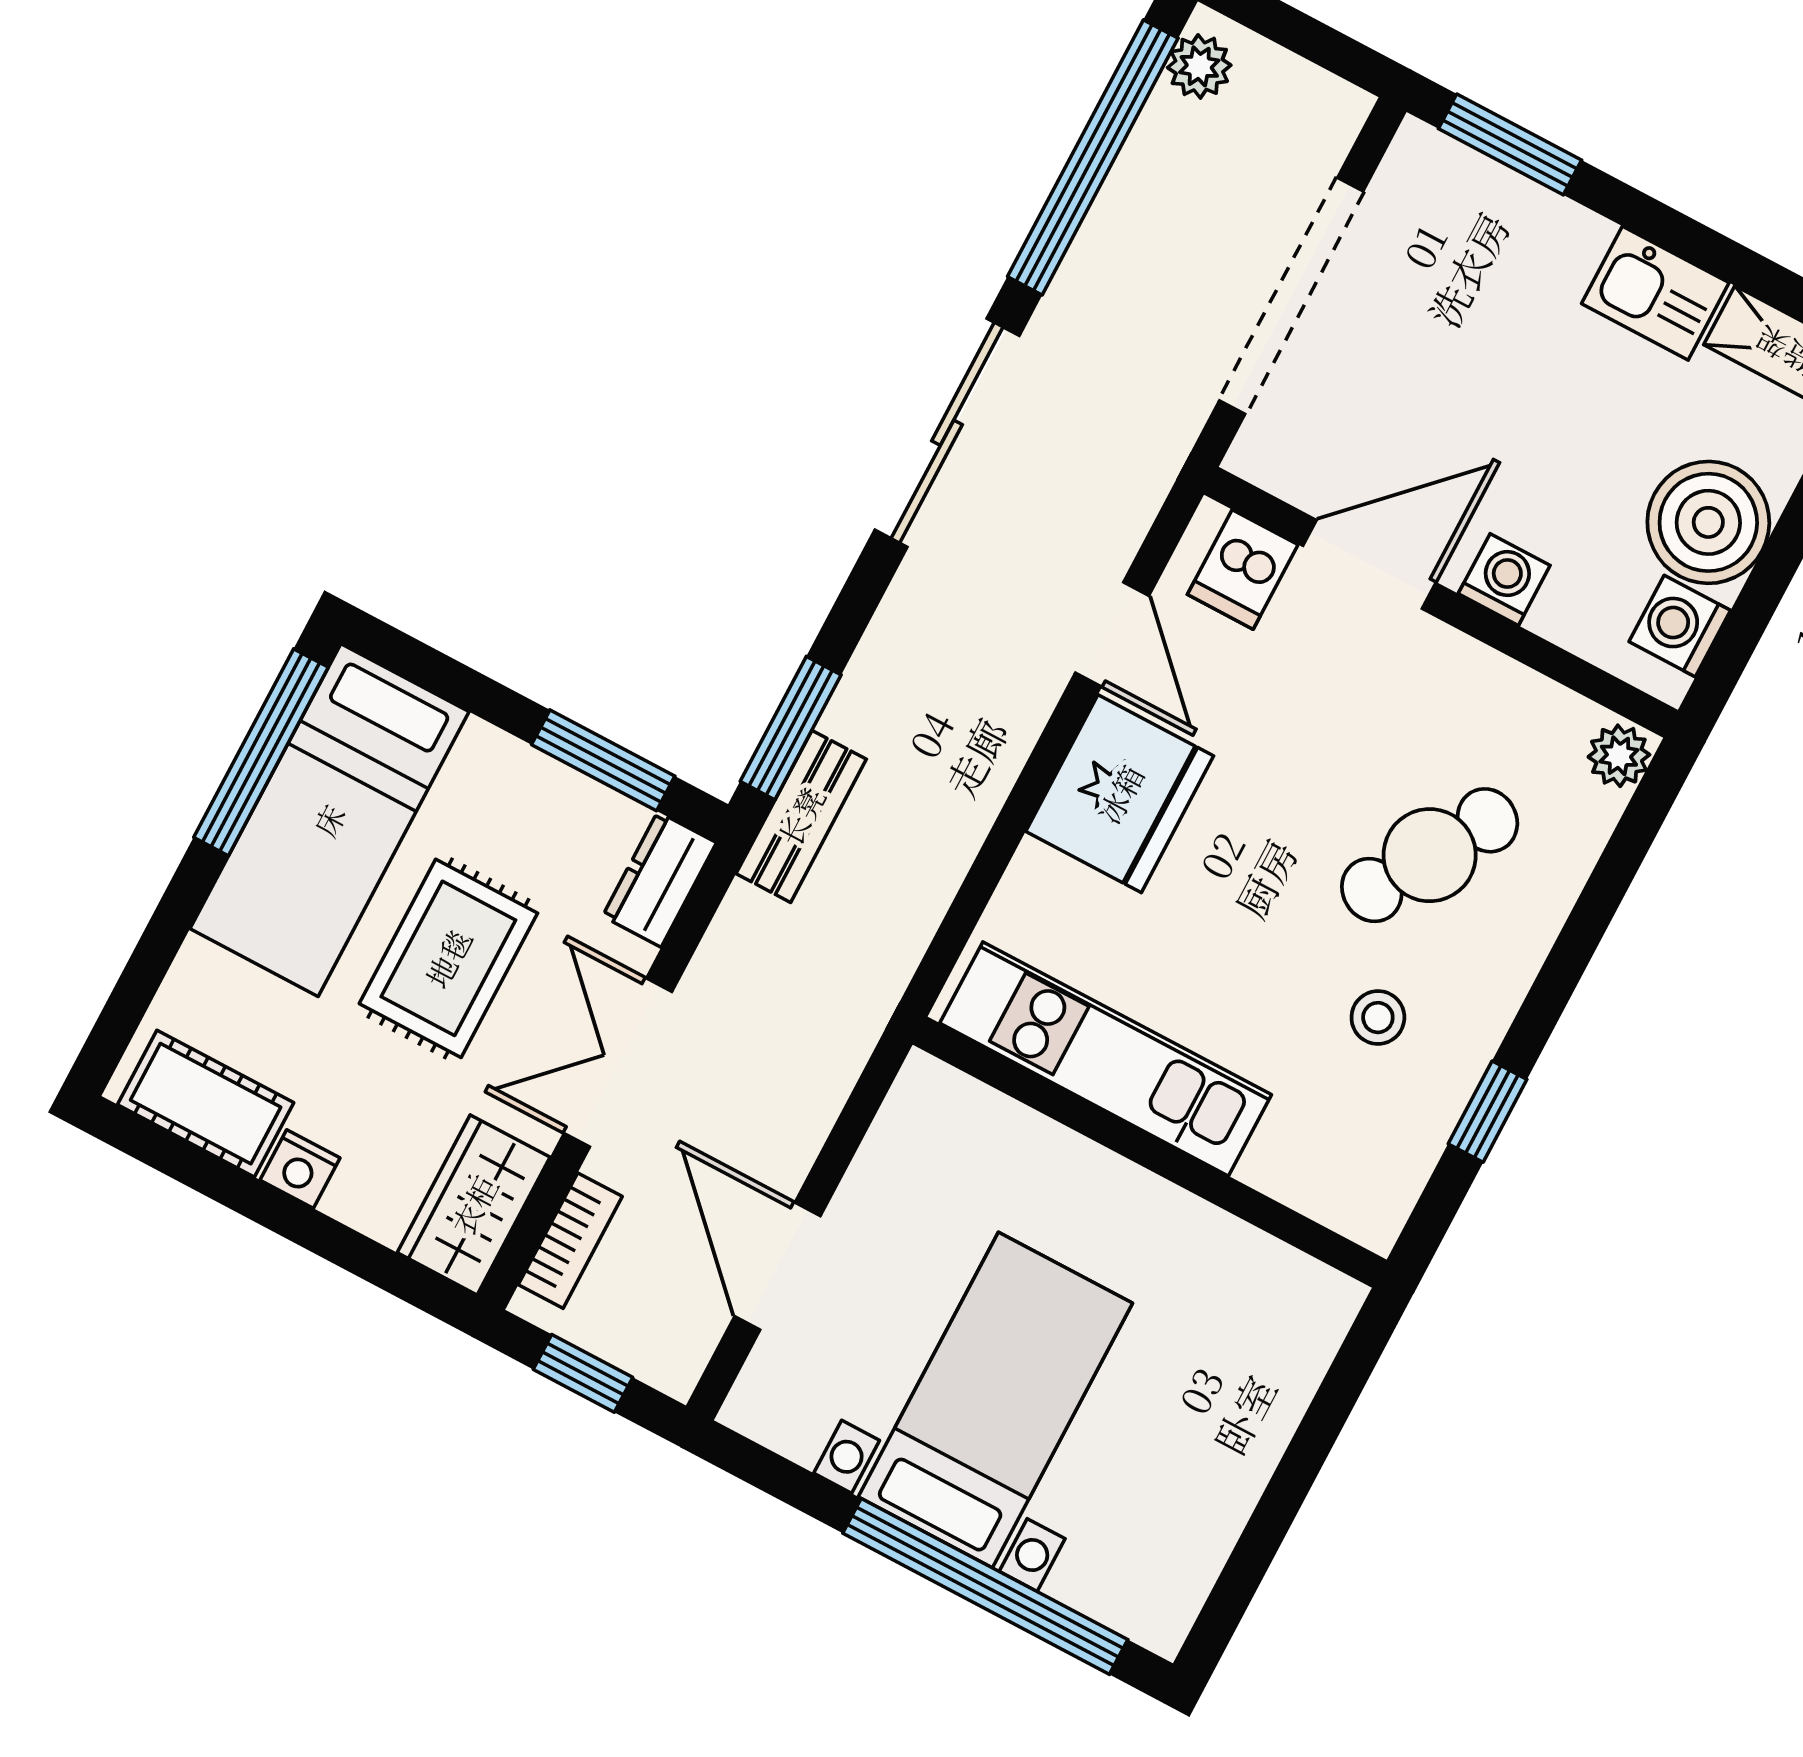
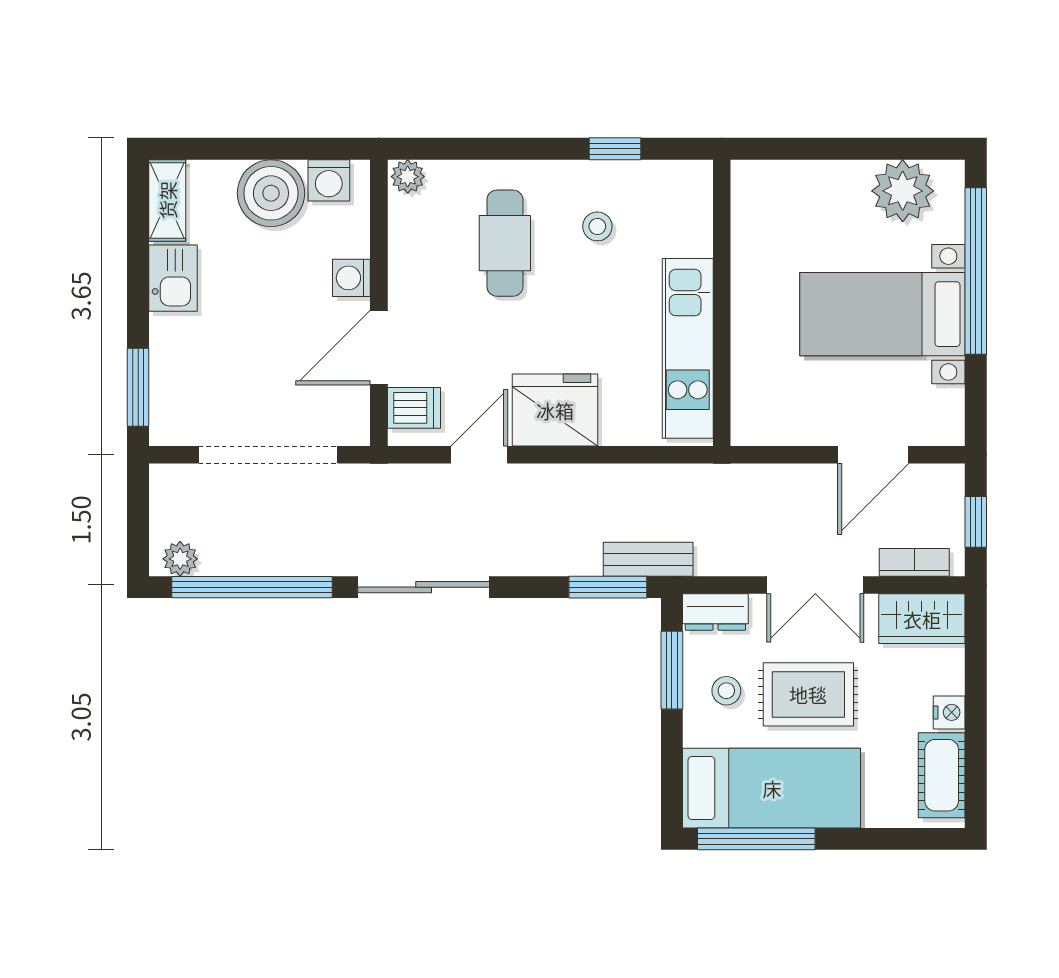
door: (1369, 564) -> (379, 348), hinge flipped
stool: (524, 830) -> (726, 691), added
cafe table: (1430, 855) -> (505, 243), turned 59
plant: (1176, 1537) -> (903, 191), added

